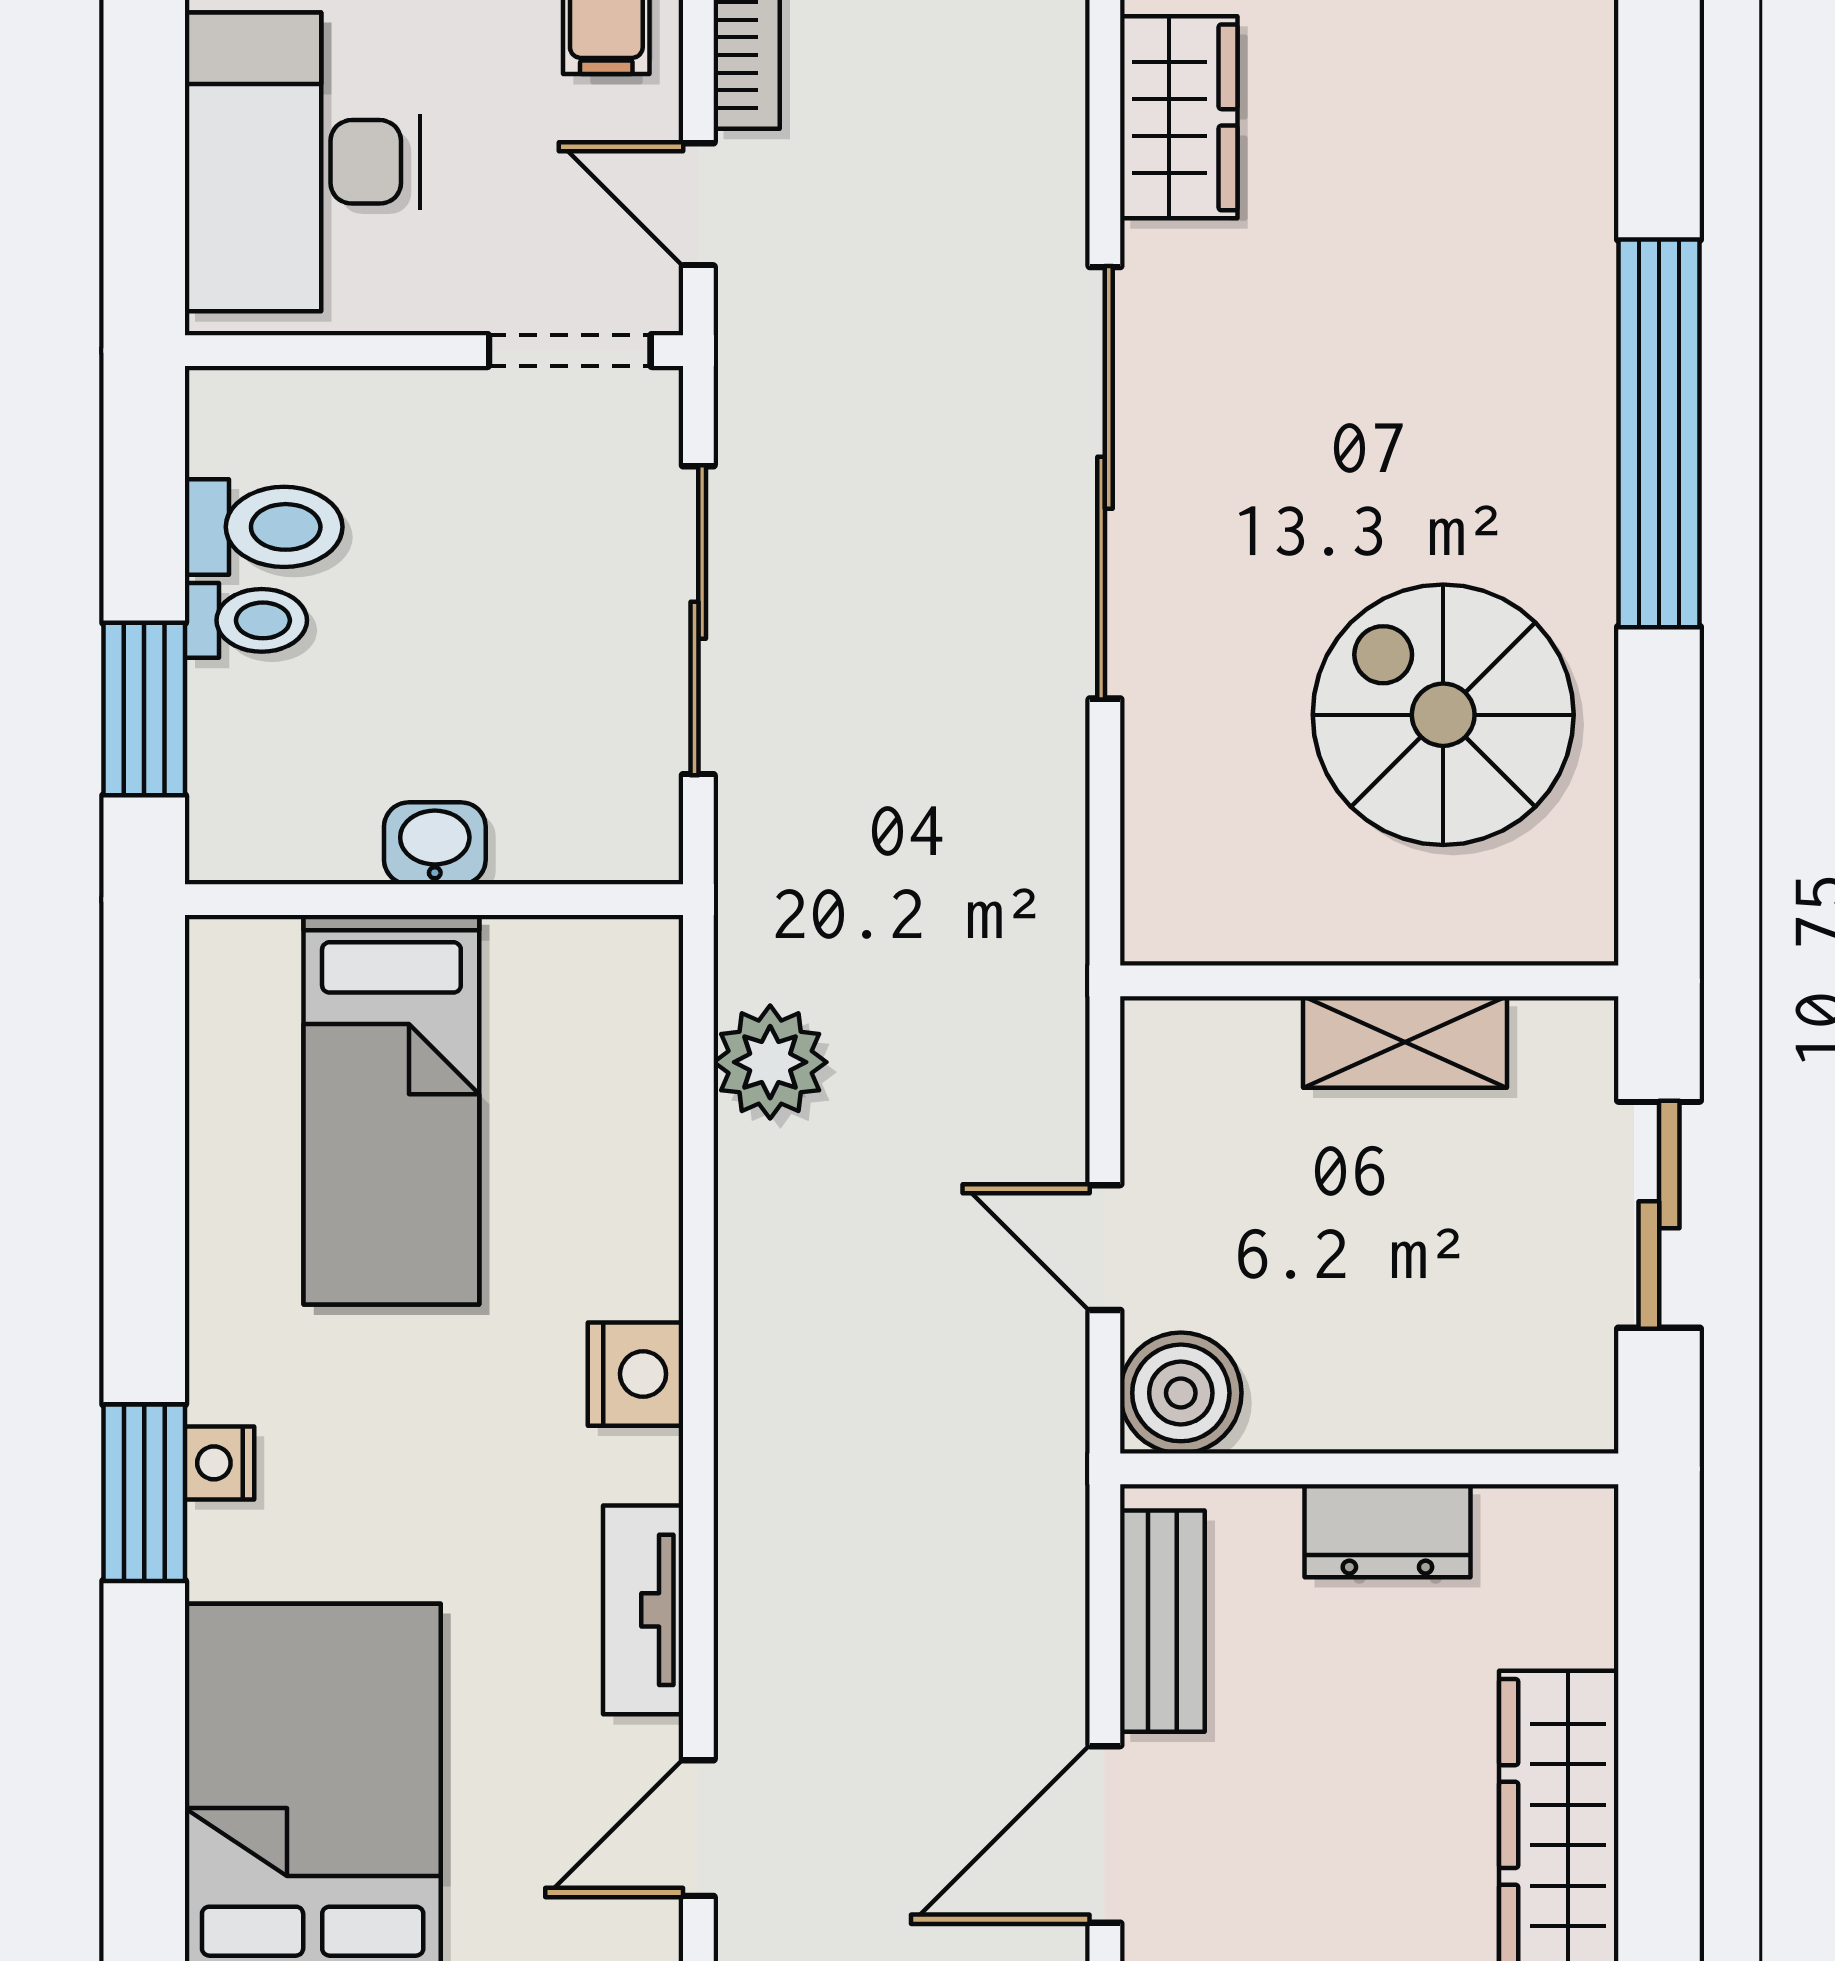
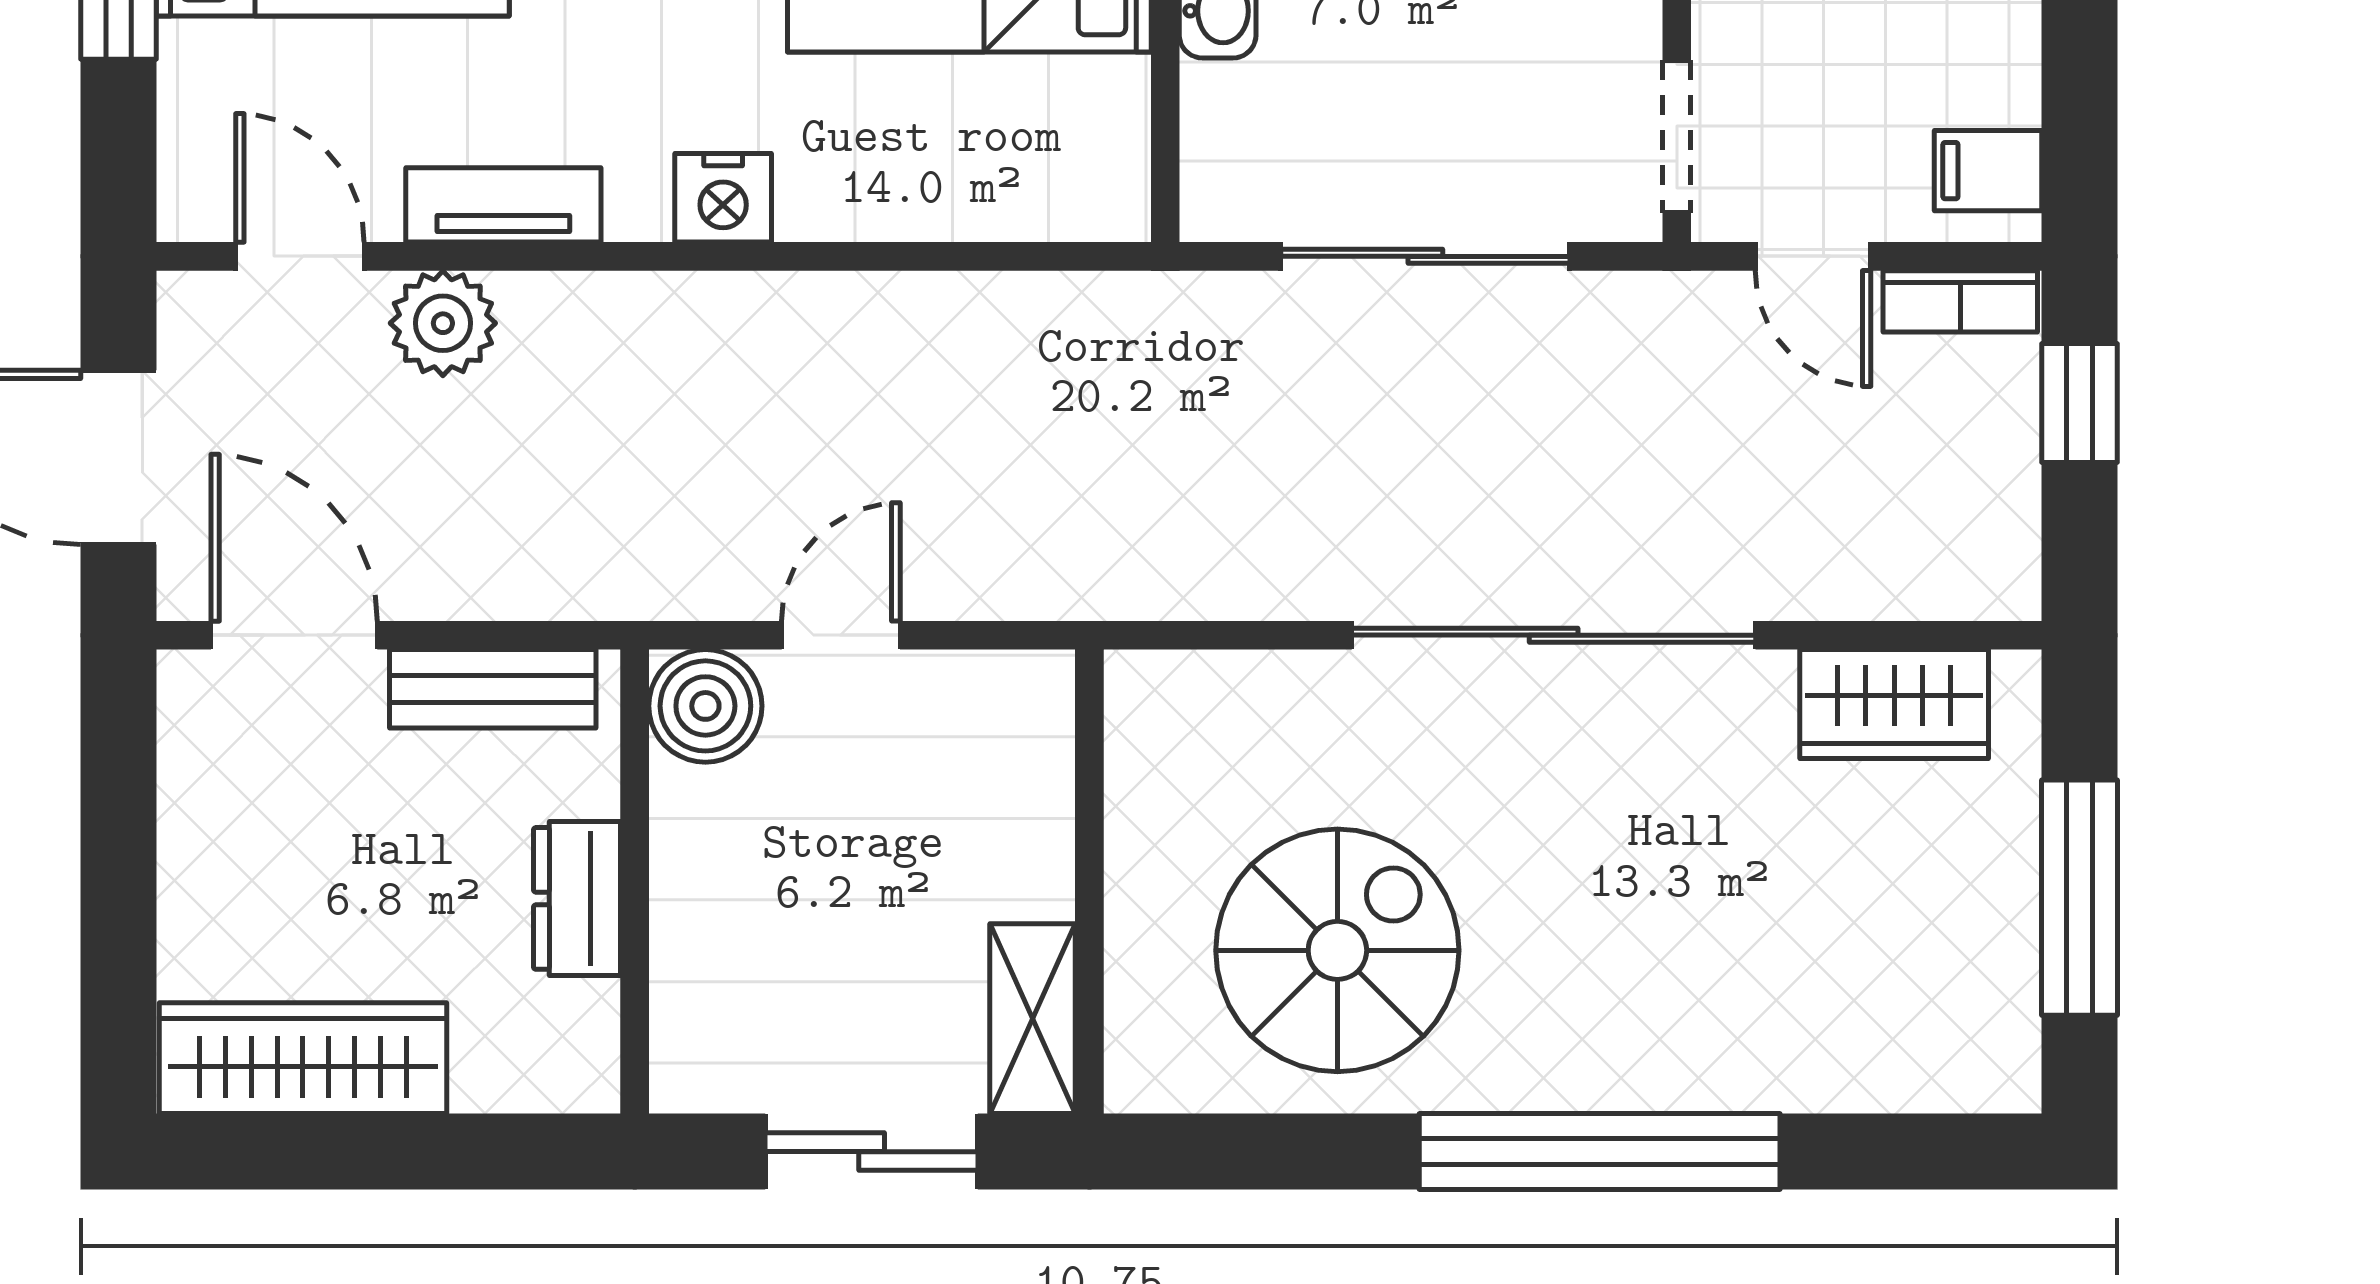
door: (698, 204) -> (1813, 256), swing flipped
shelving: (1405, 1042) -> (1032, 1019), moved
plant: (770, 1062) -> (443, 323), moved

